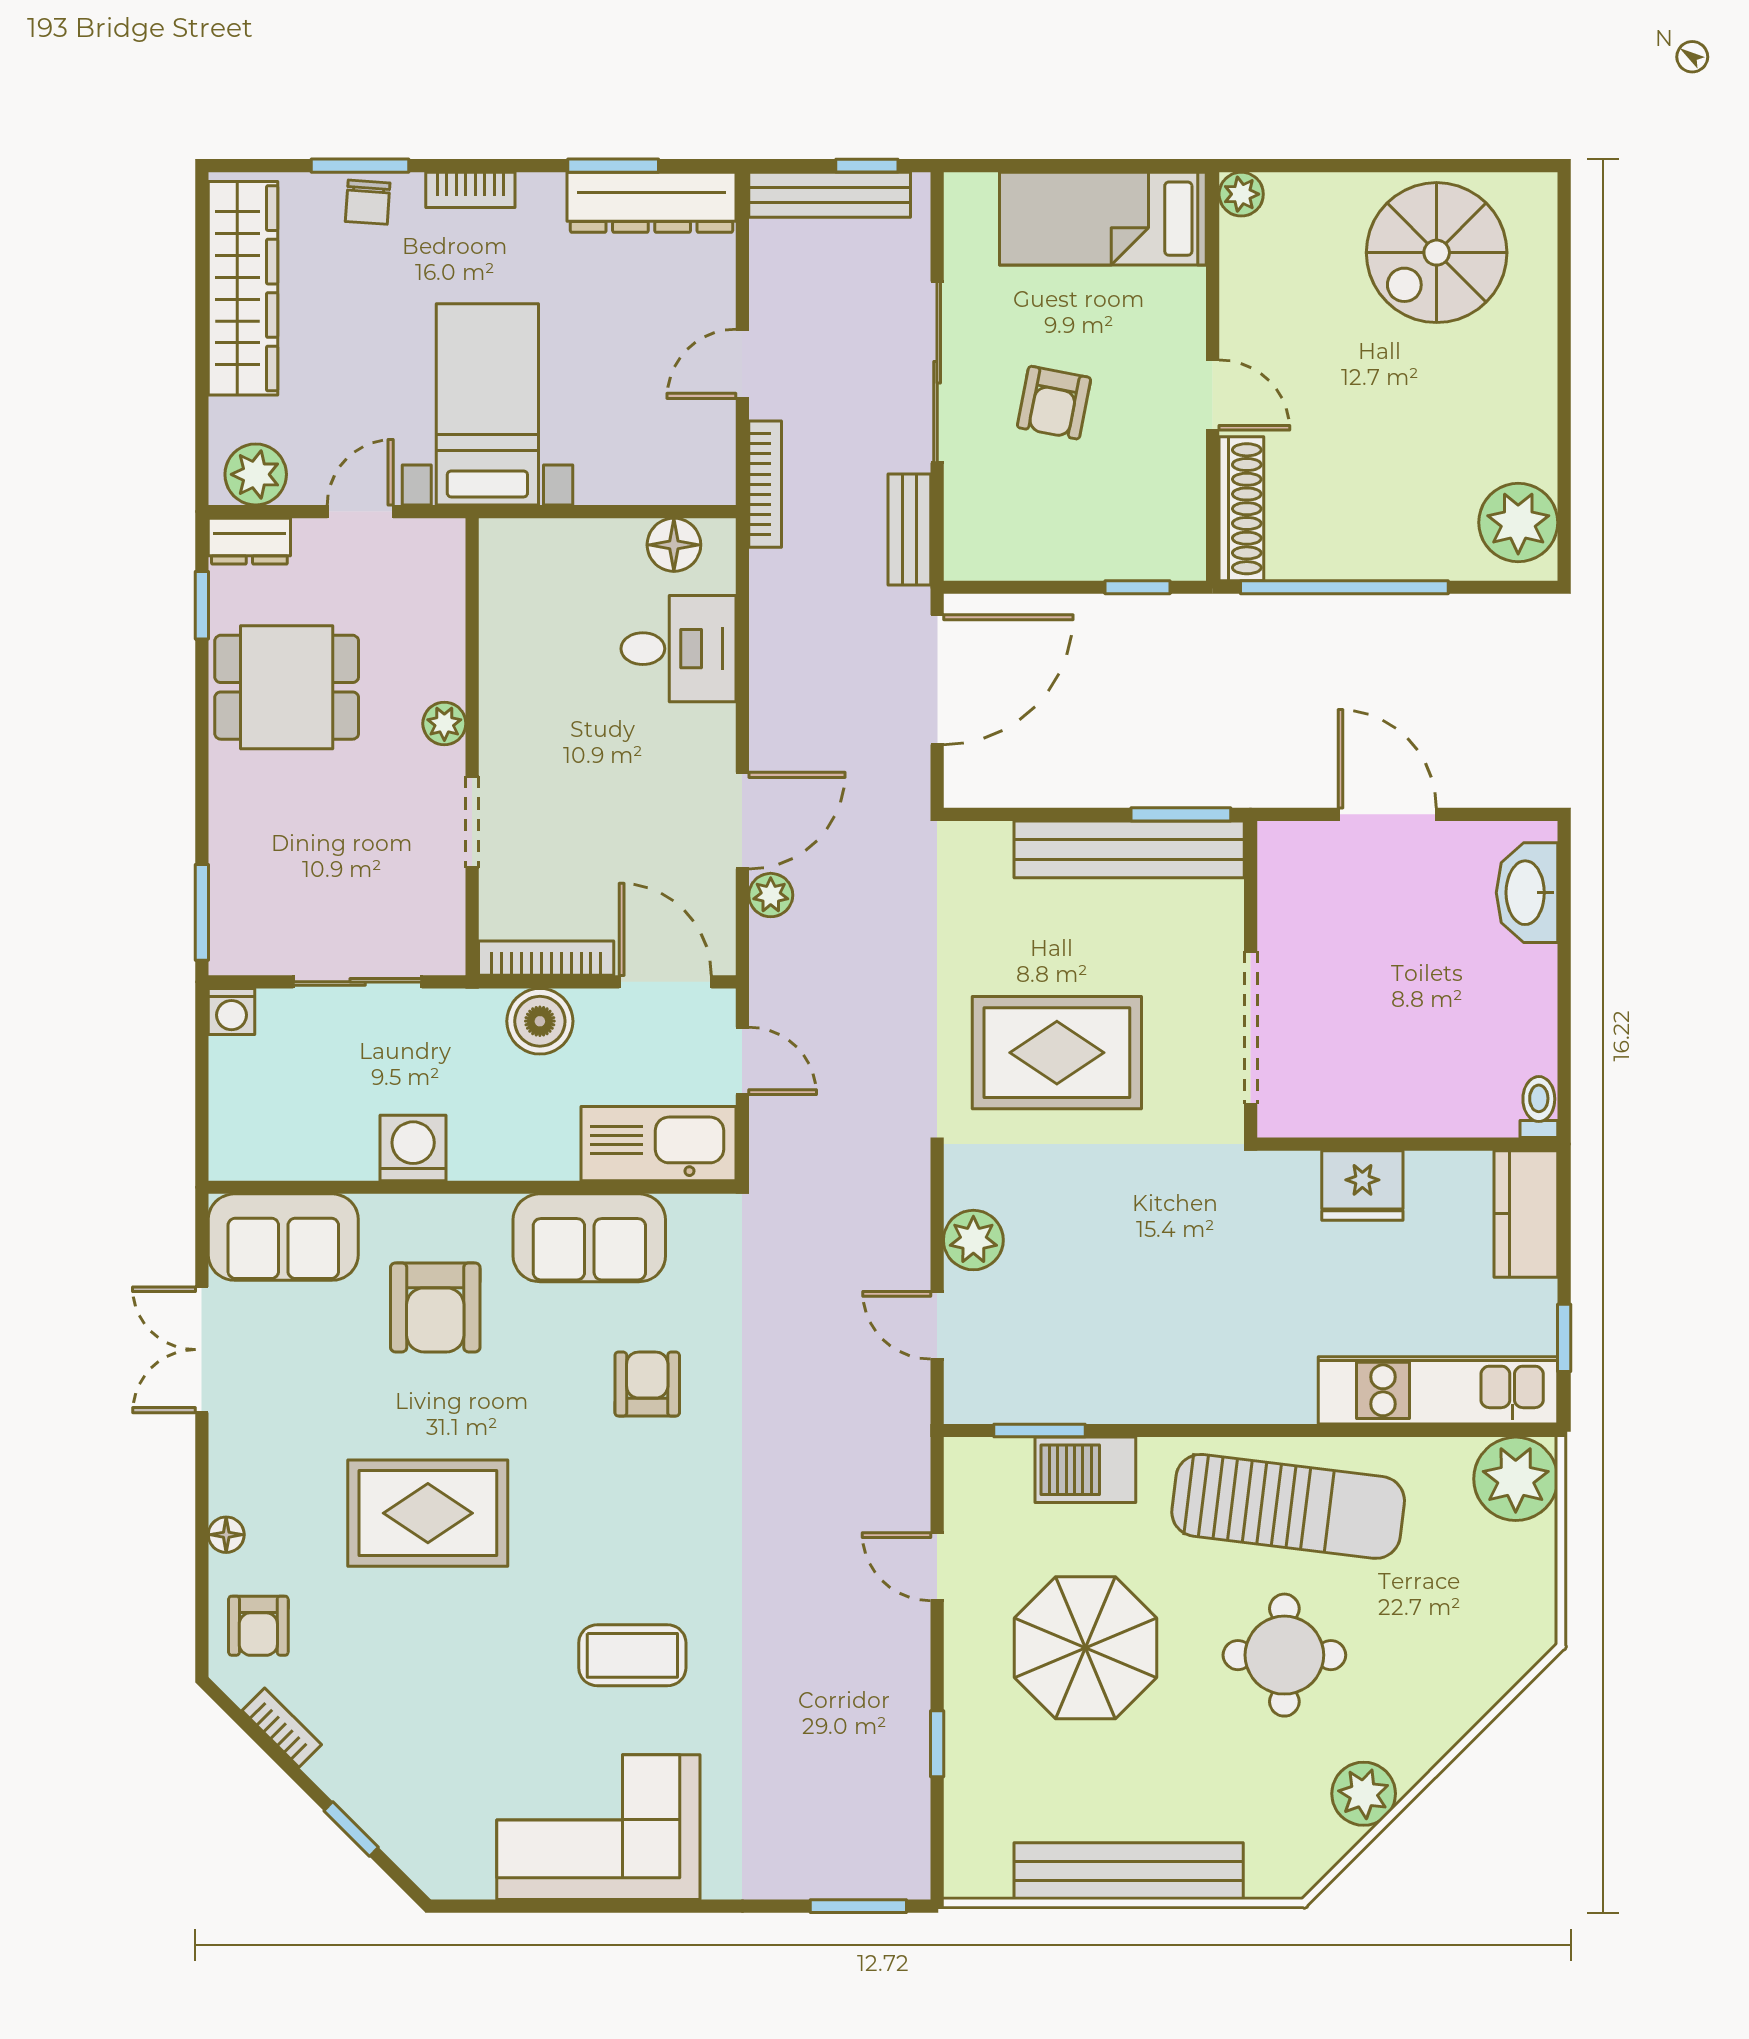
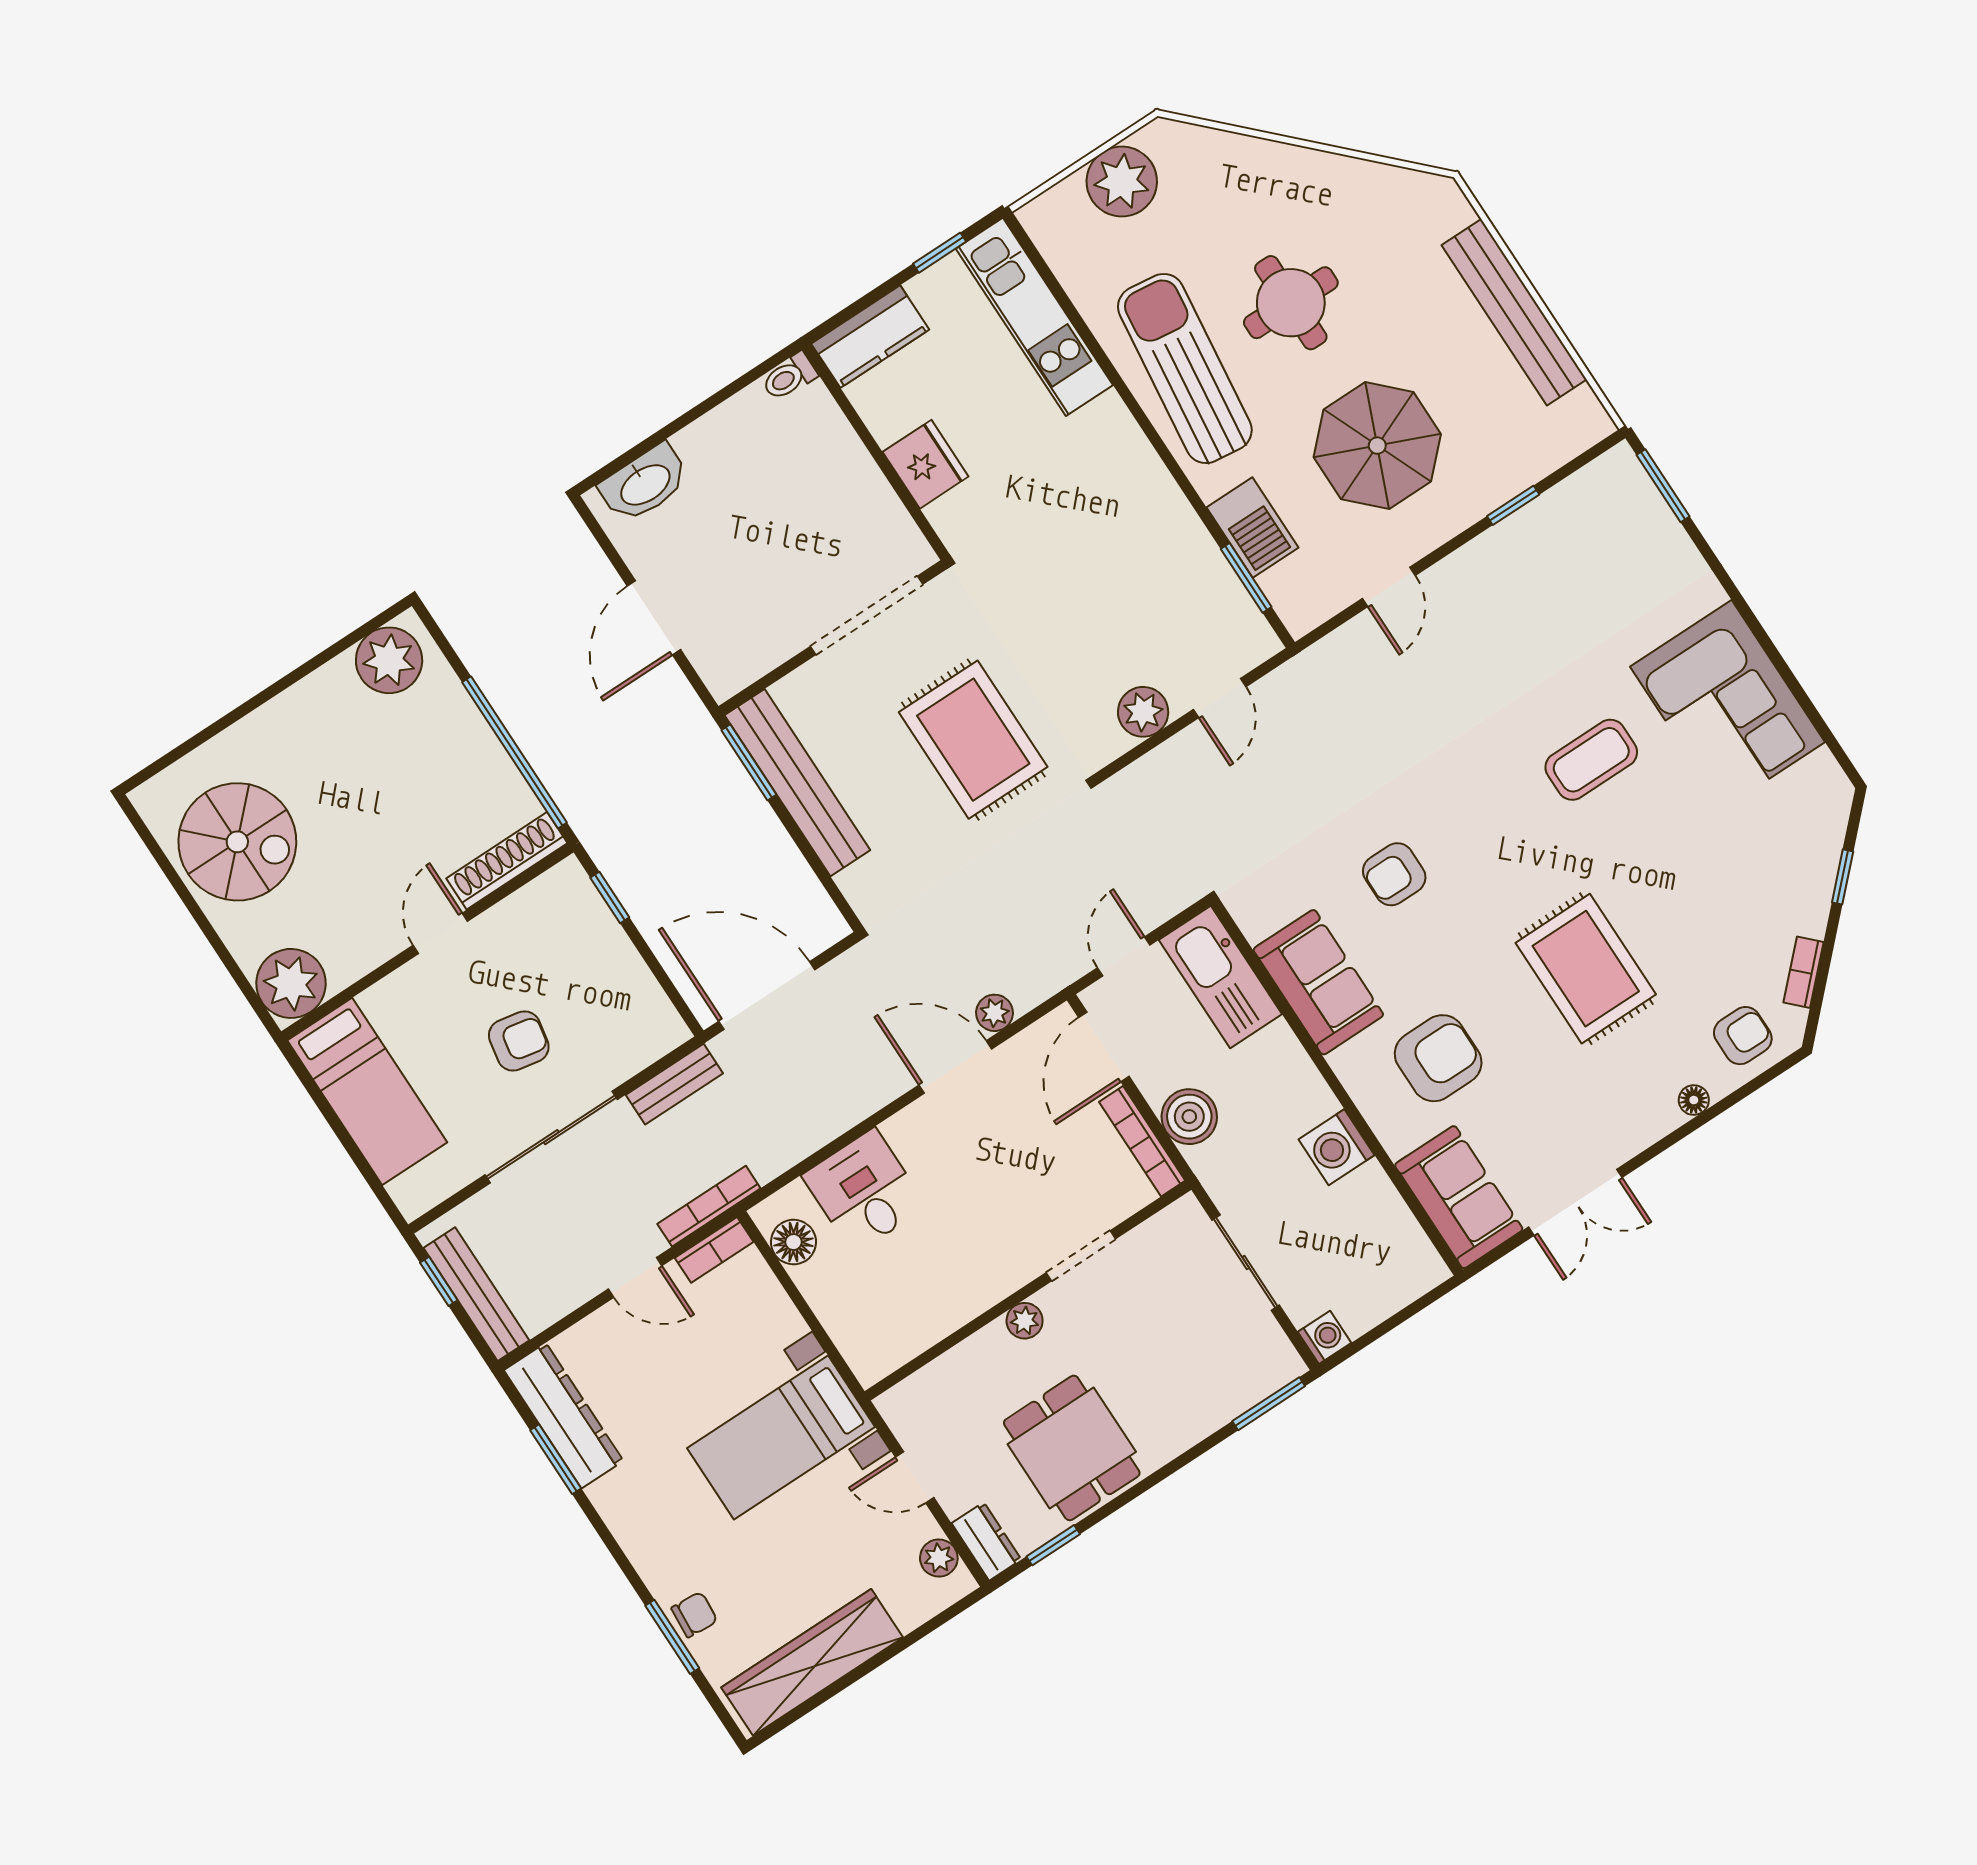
bookcase: (470, 190) -> (714, 1250), moved, turned 90
plant: (1241, 194) -> (291, 983), width x1.87, depth x1.87
plant: (256, 474) -> (939, 1558), width x0.73, depth x0.73
plant: (1516, 1479) -> (1122, 182), moved
coffee table: (632, 1655) -> (1591, 760), turned 90
plant: (1364, 1794) -> (1352, 183), removed

